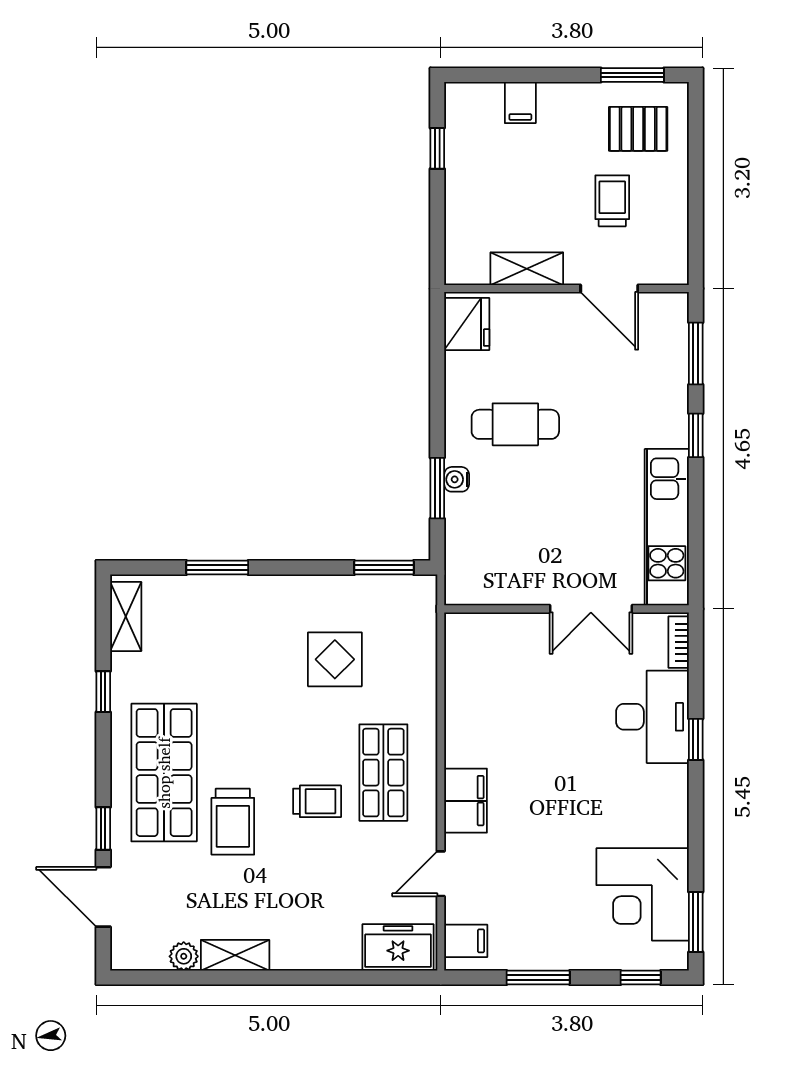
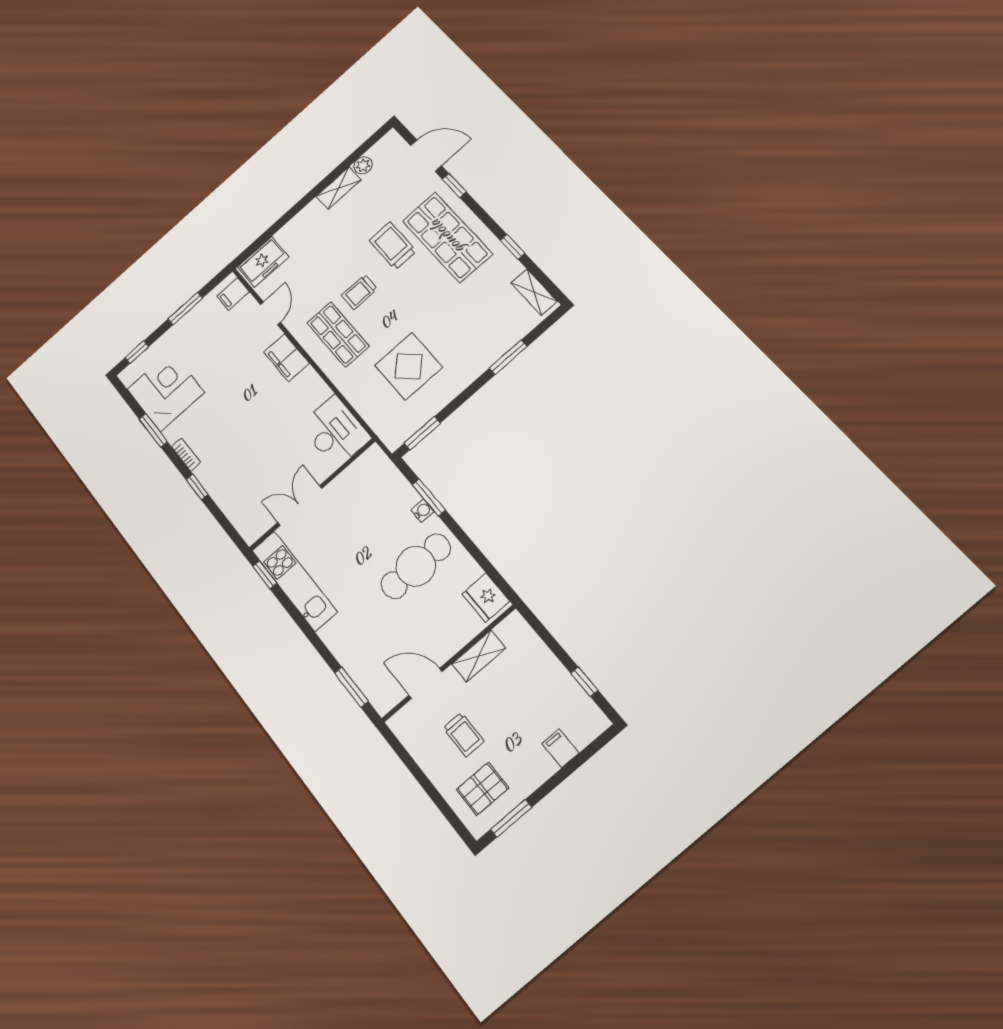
cafe table: (515, 424) -> (416, 566), width x1.37, depth x1.35
window: (696, 435) -> (265, 575), moved
bookcase: (679, 642) -> (186, 455), moved
display table: (335, 659) -> (409, 366), width x1.36, depth x1.36
desk: (652, 717) -> (335, 432), moved, turned 180
window: (696, 922) -> (153, 430), moved

